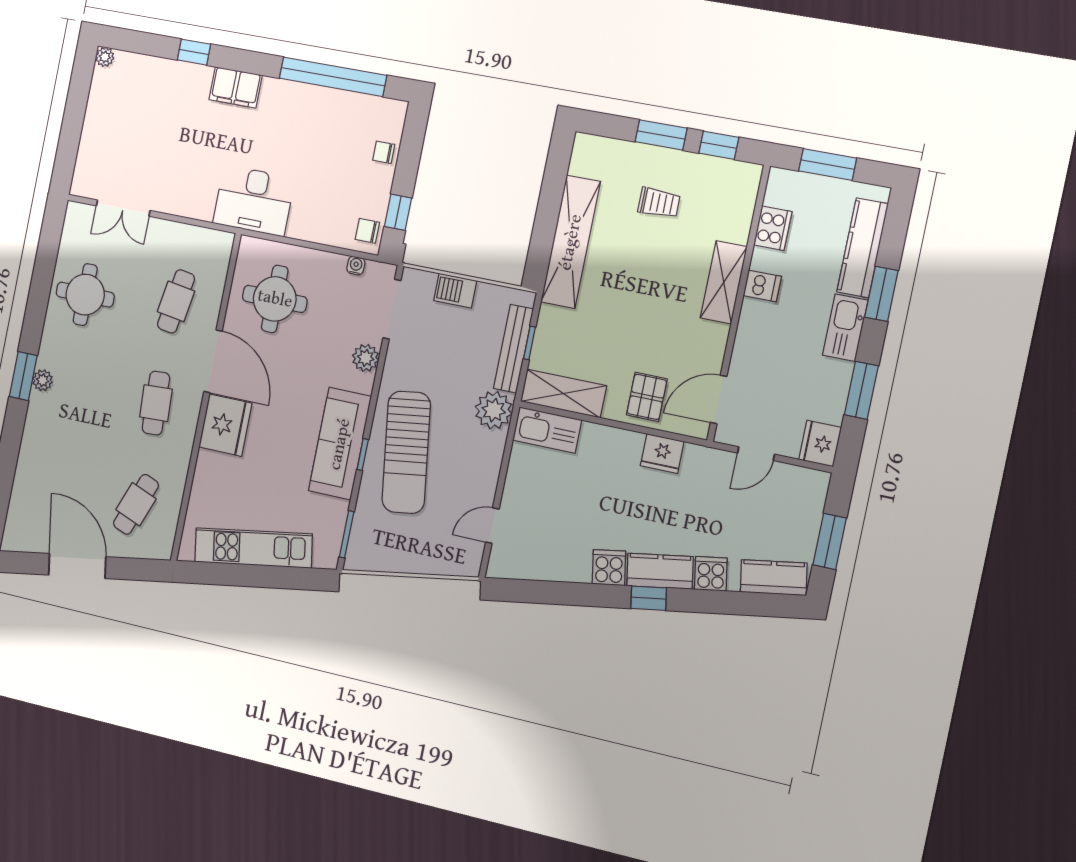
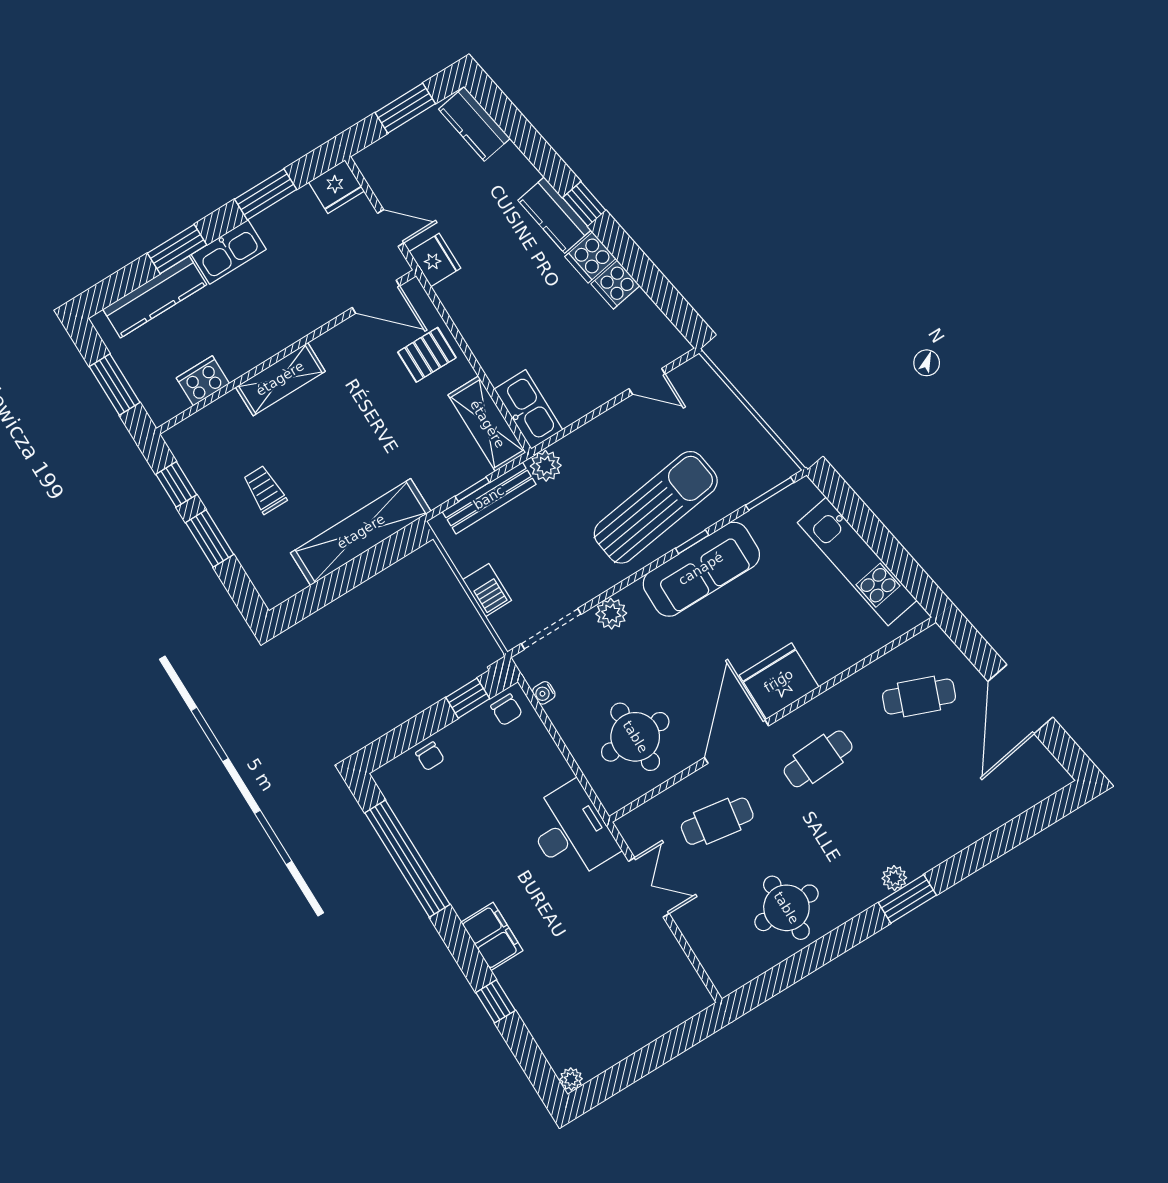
double door: (123, 208) -> (649, 887), moved
dishwasher: (762, 286) -> (255, 346), removed
plant: (494, 410) -> (546, 466), width x0.73, depth x0.73
fridge: (662, 454) -> (435, 260), moved
cooker: (711, 574) -> (615, 285), moved

